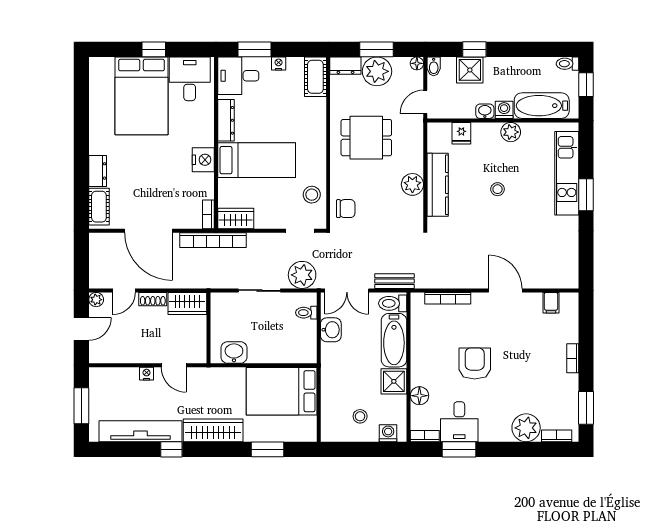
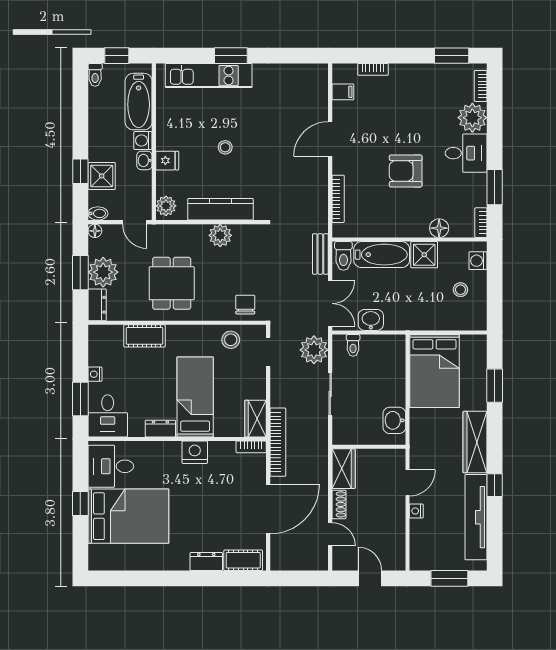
cot: (315, 77) -> (145, 336), moved
dresser: (226, 120) -> (160, 429), width x0.70
plant: (511, 132) -> (166, 206), moved
fridge: (461, 133) -> (167, 161), moved
plant: (96, 300) -> (340, 563), removed
bookcase: (573, 358) -> (373, 69), moved
desk: (459, 422) -> (466, 153), moved

